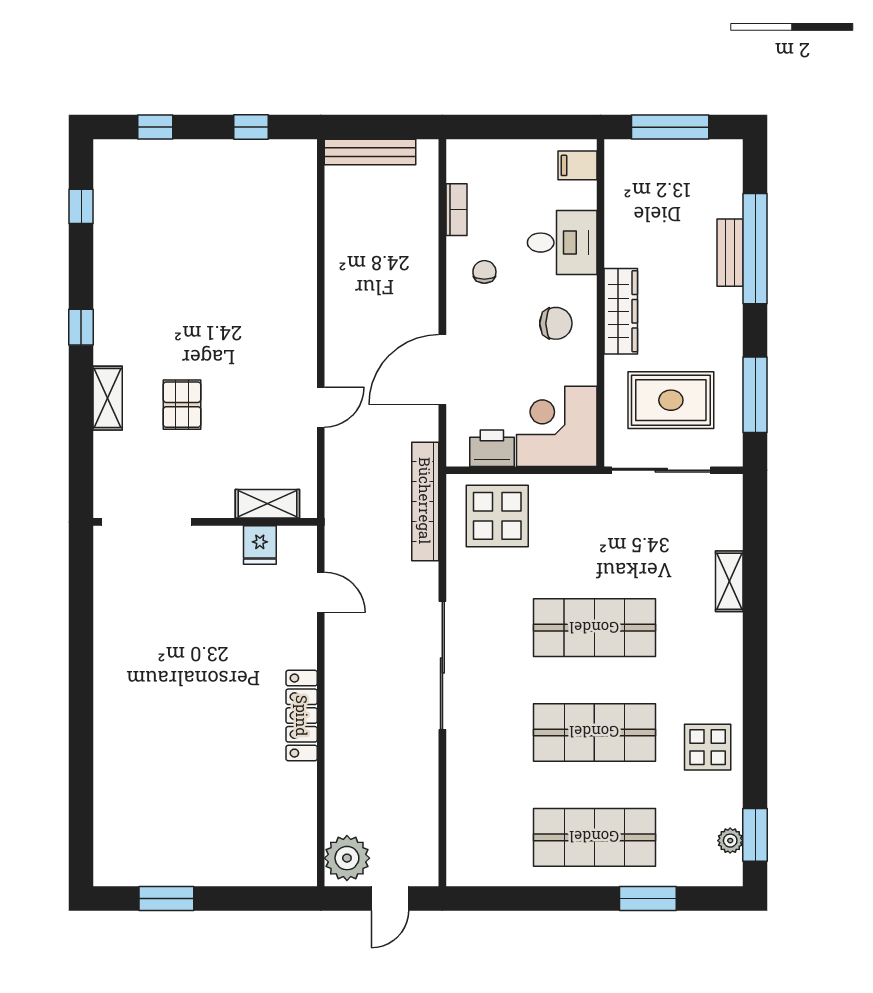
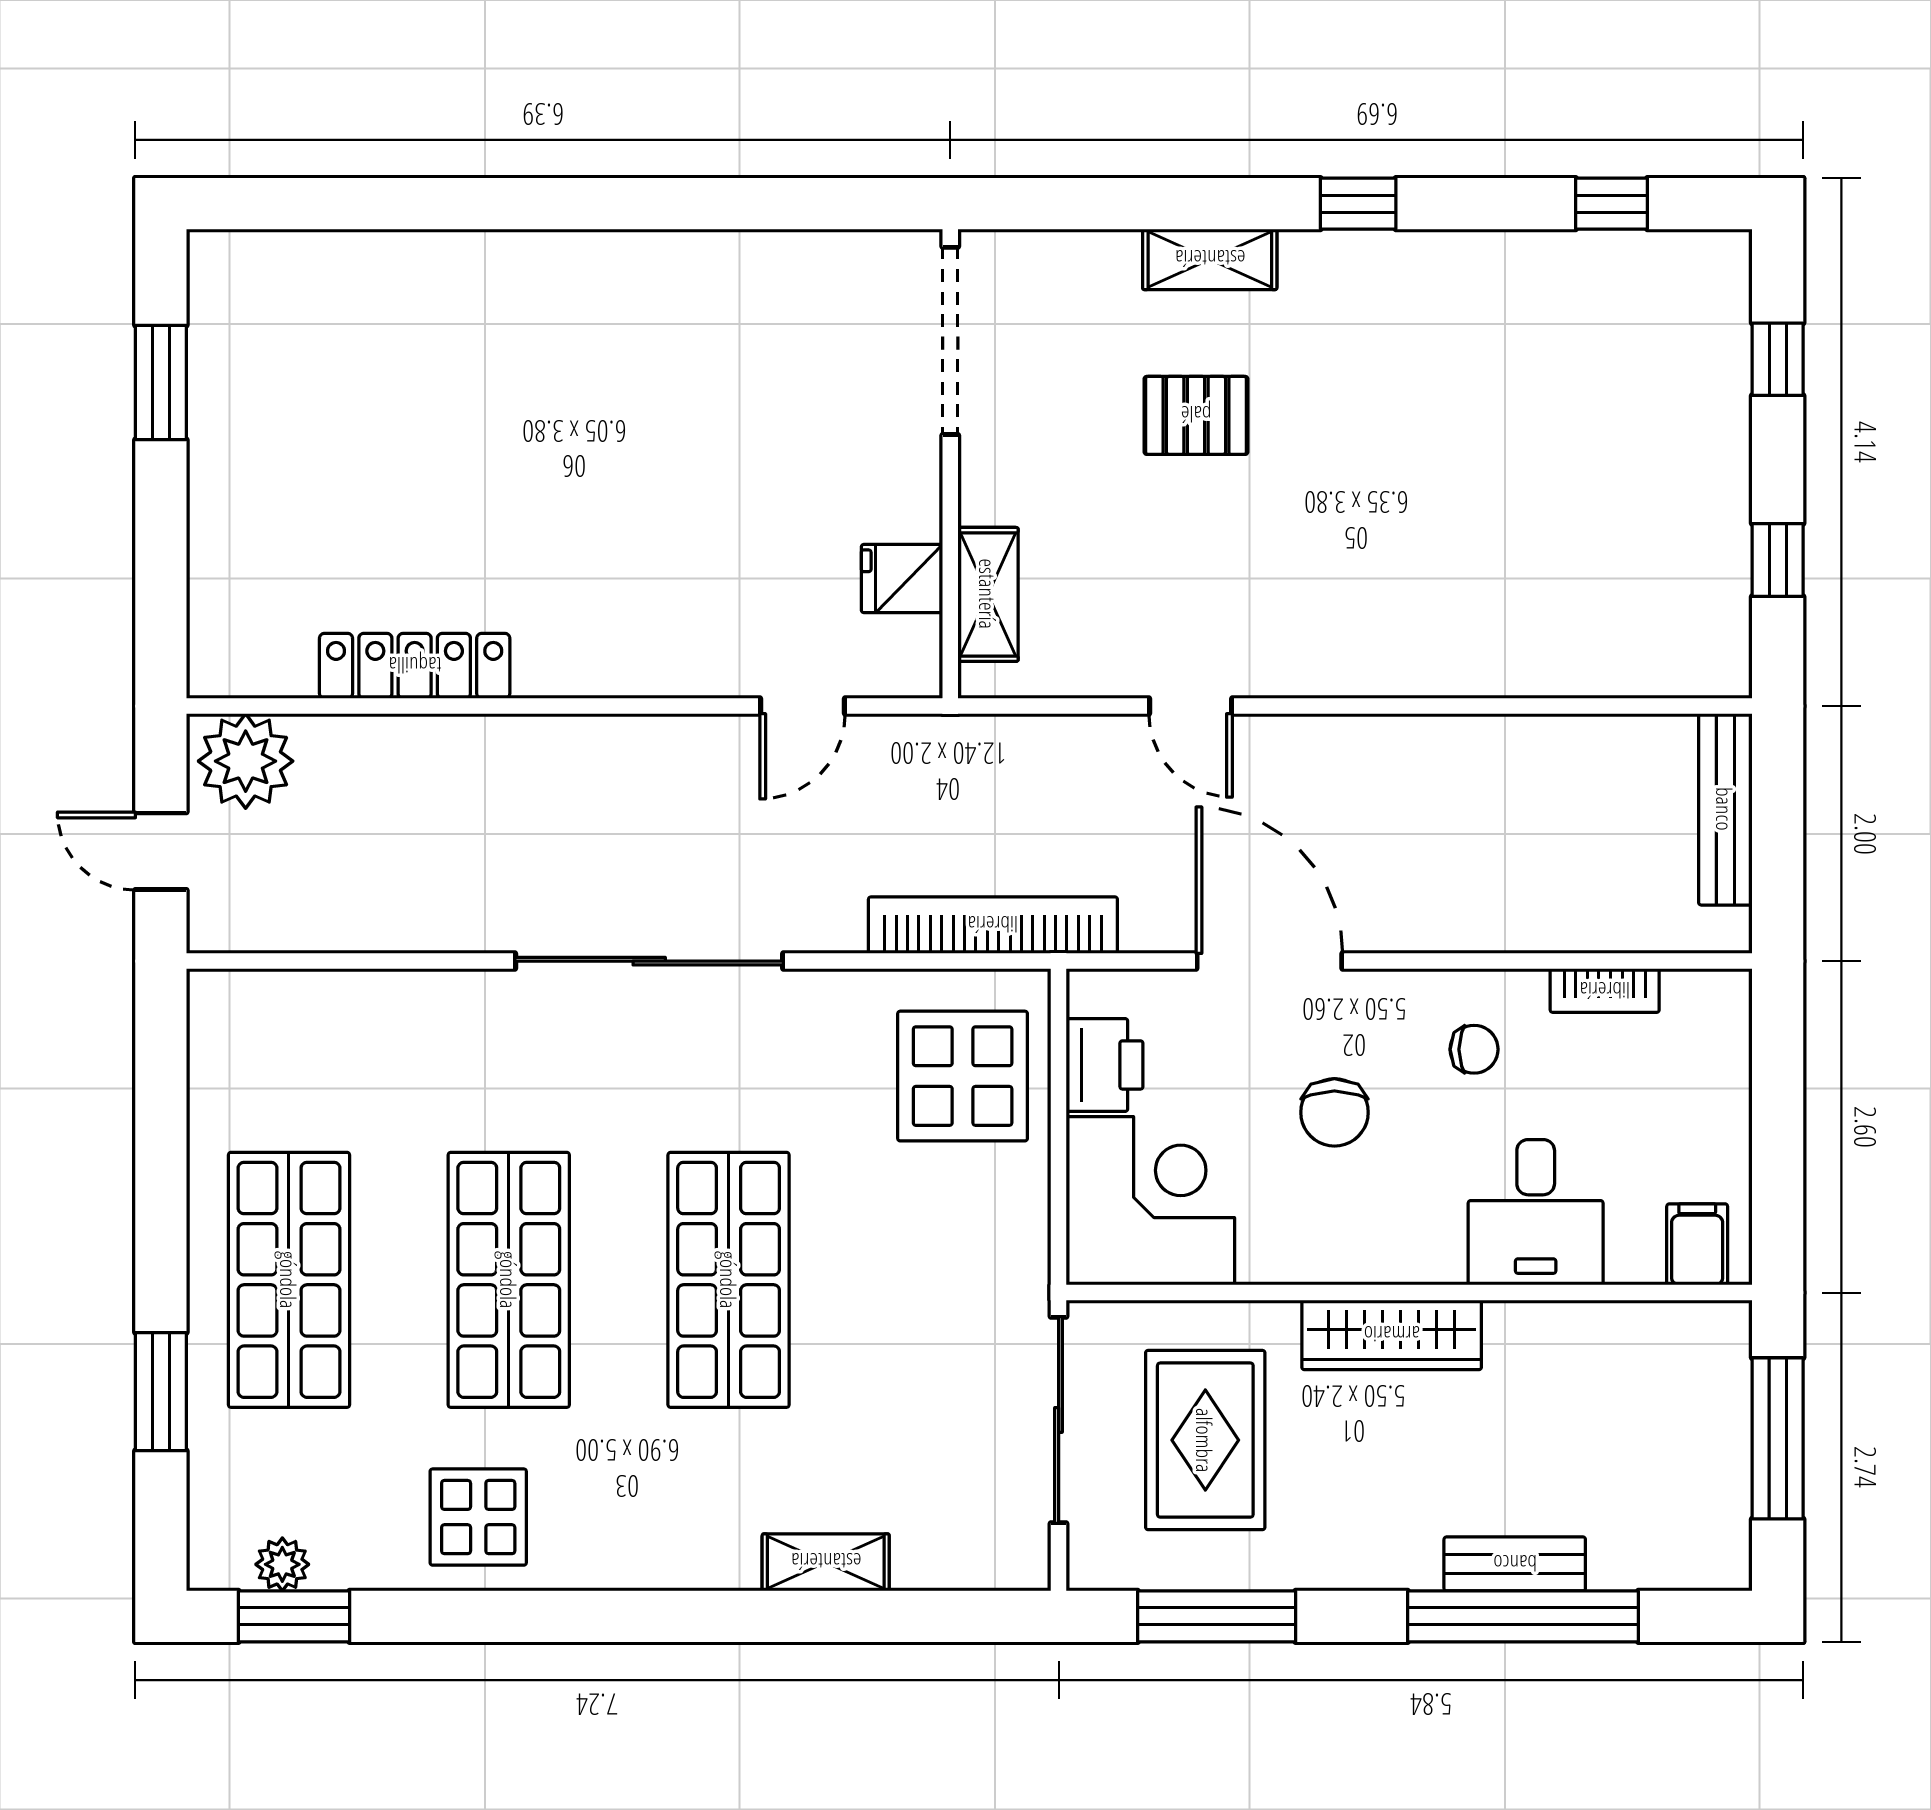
chair: (556, 323) -> (1334, 1112), moved
locker: (302, 716) -> (415, 666), moved

